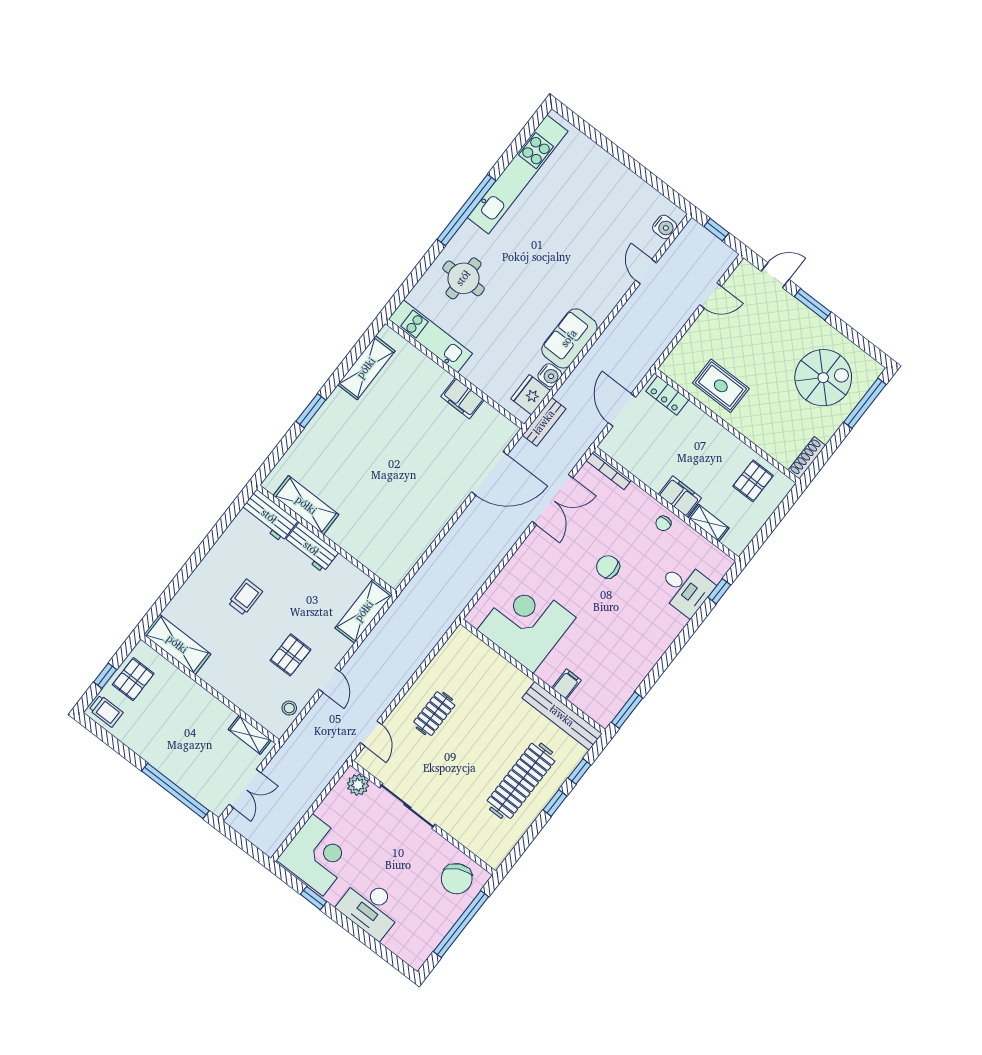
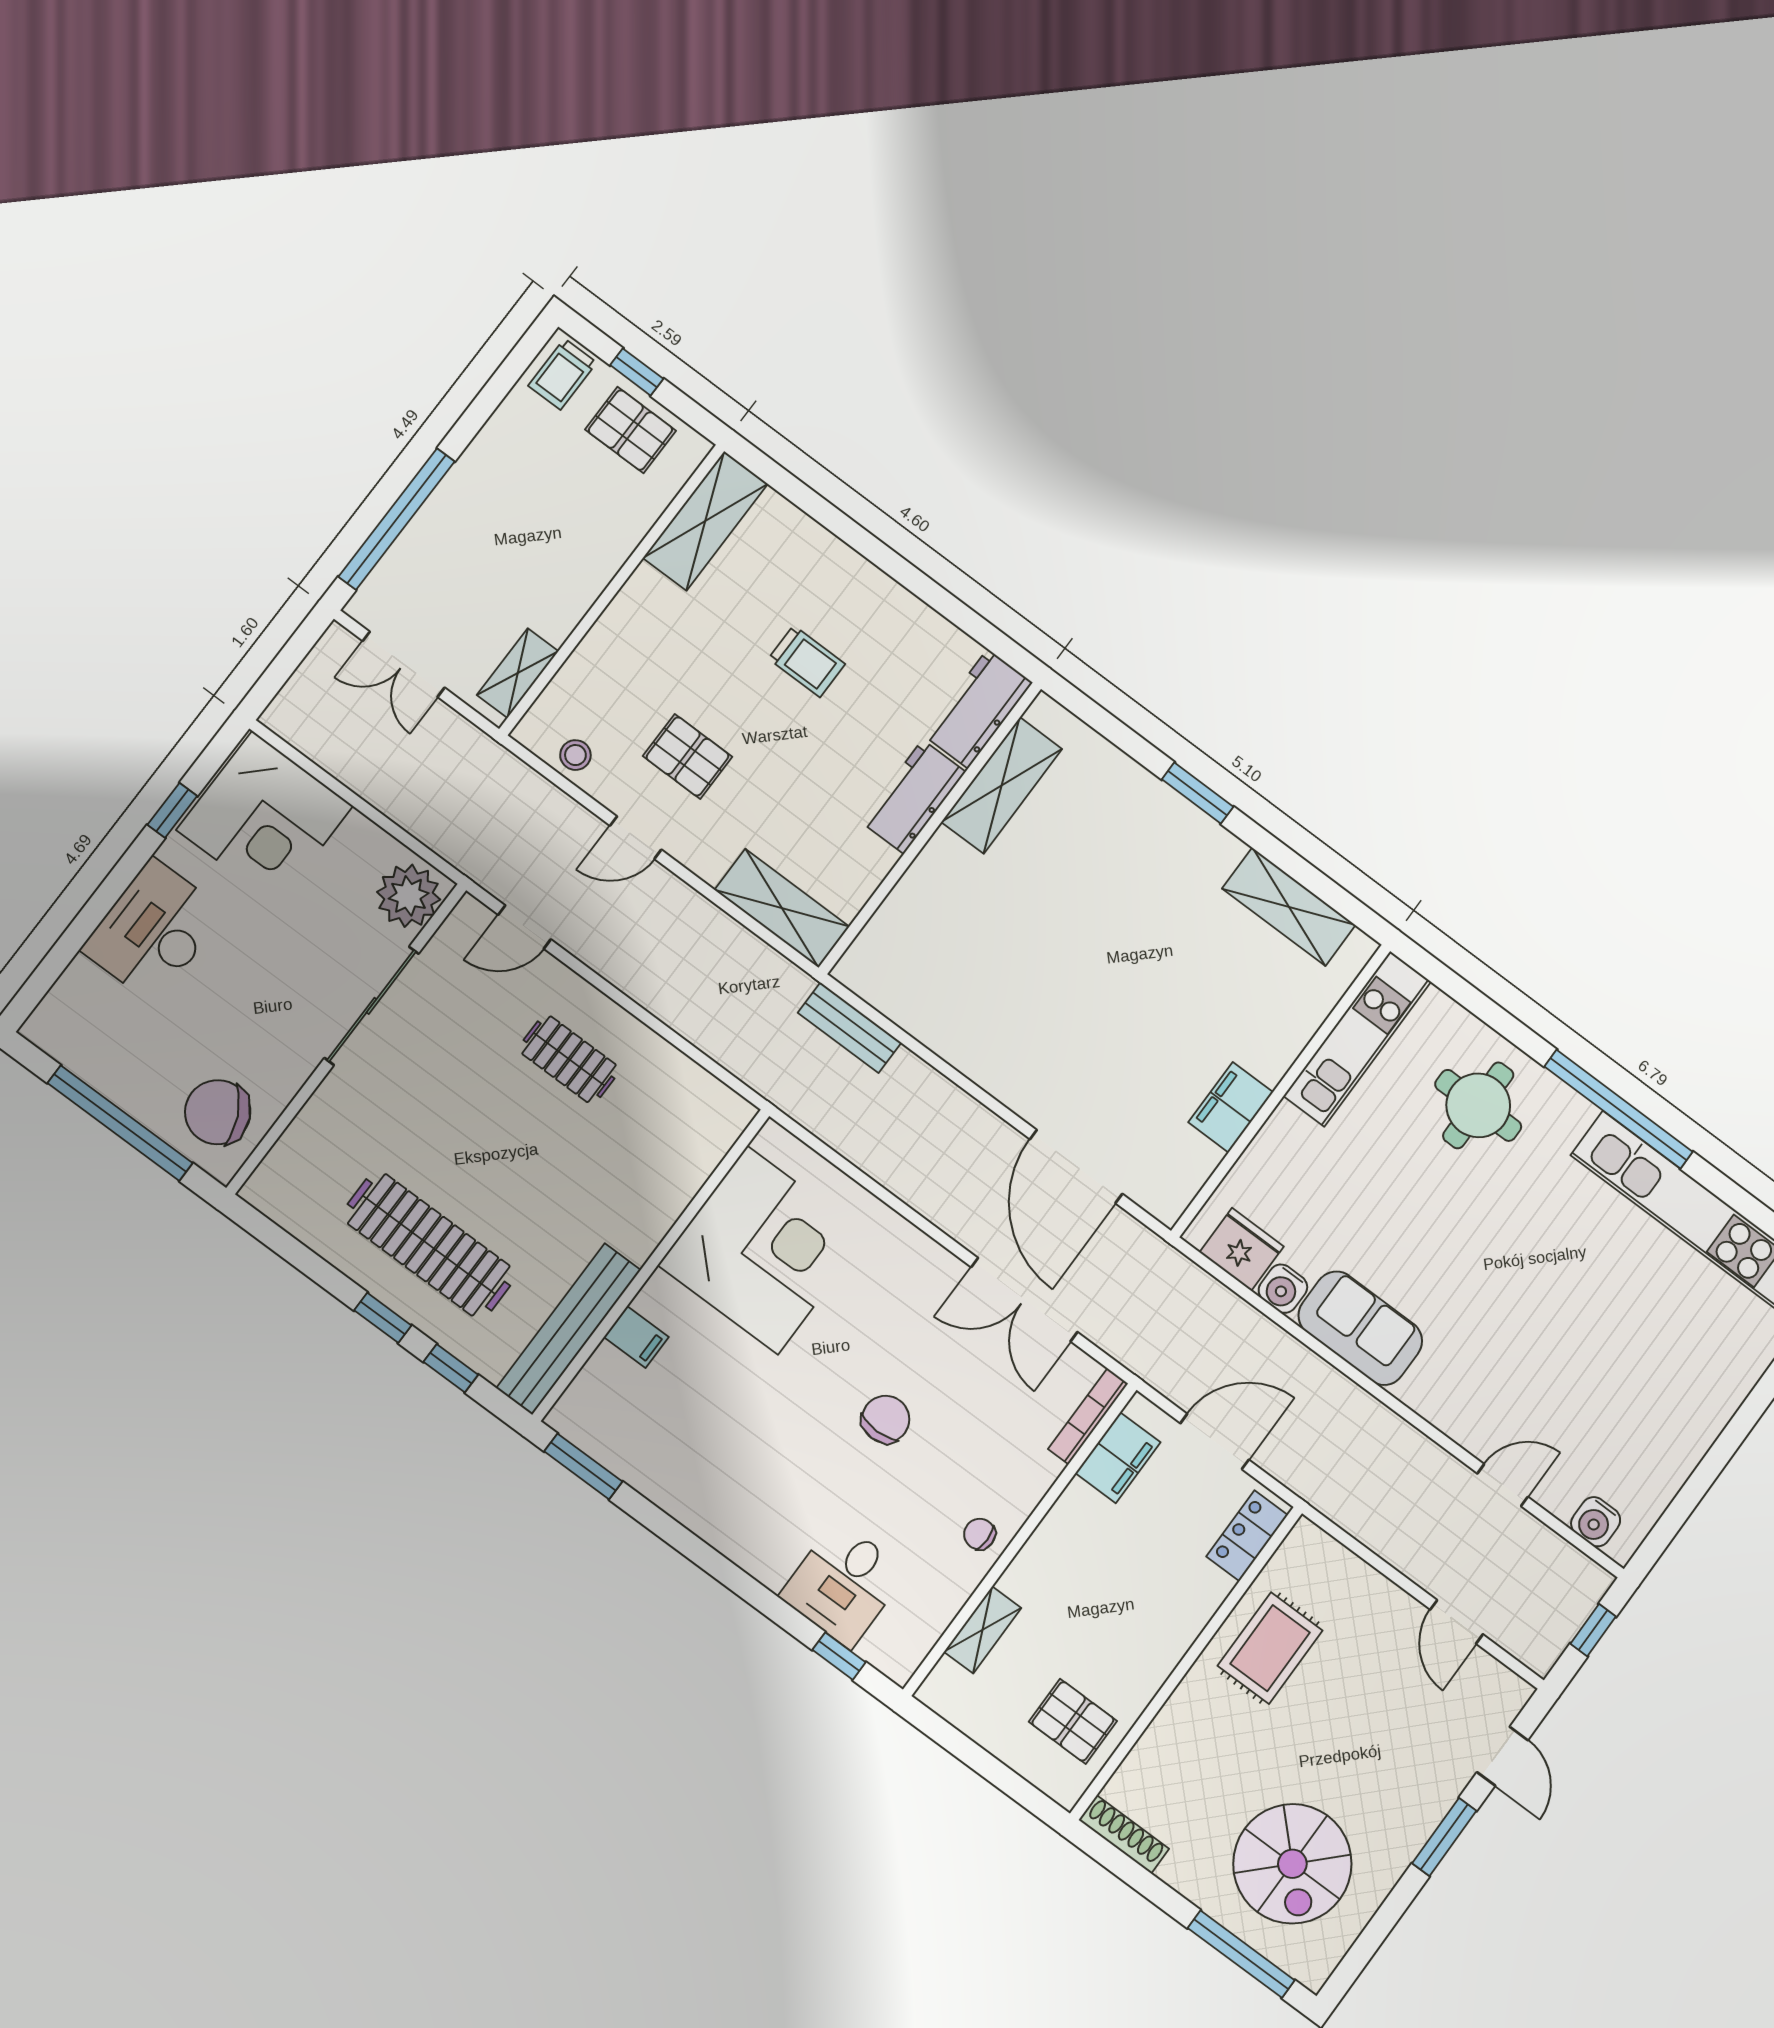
bench: (544, 422) -> (850, 1028), moved
filing cabinet: (680, 496) -> (1118, 1458), moved
plant: (358, 785) -> (409, 896), width x1.36, depth x1.36

